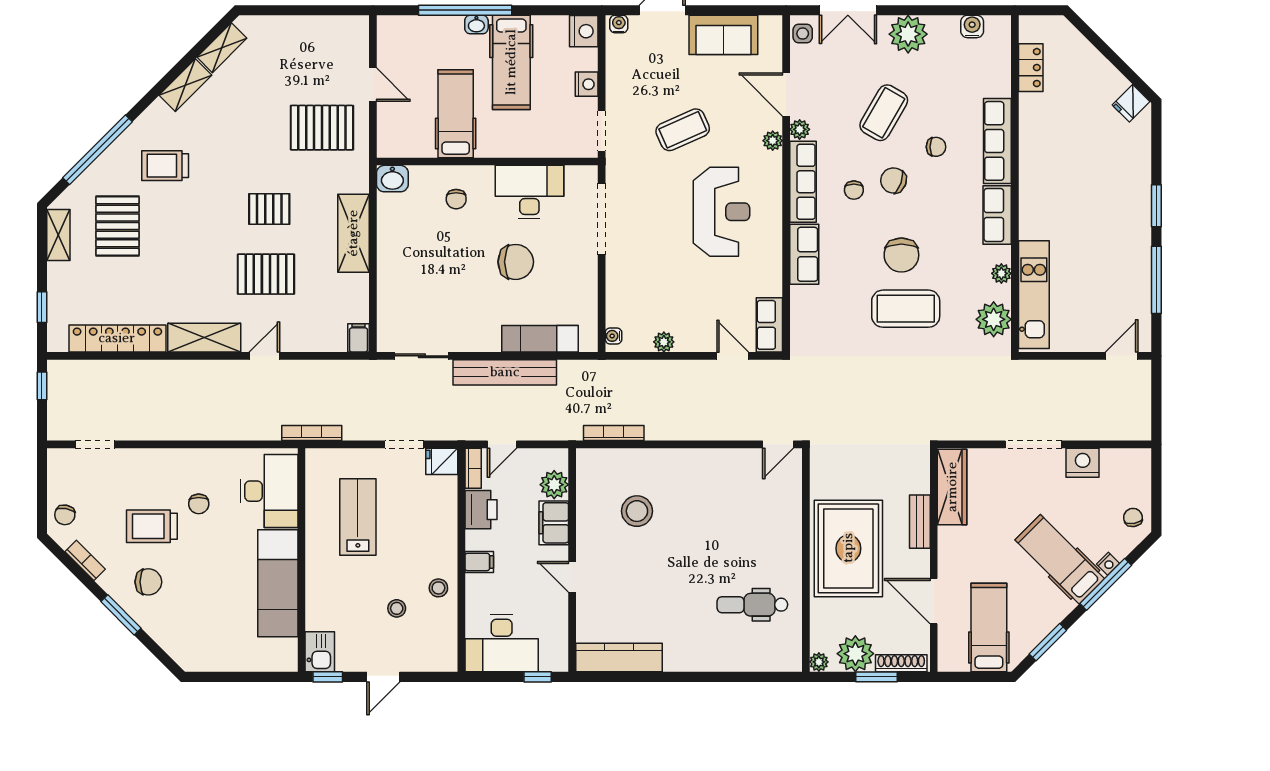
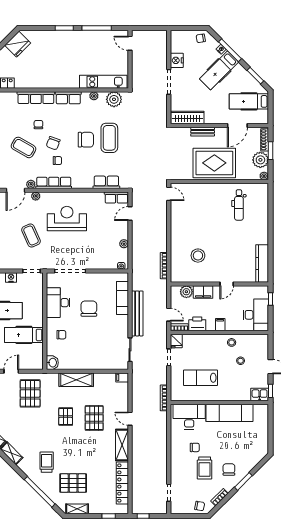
fridge: (1131, 103) -> (18, 44), width x1.88, depth x1.34
trolley: (165, 166) -> (47, 462), turned 180
row of seats: (804, 254) -> (106, 182), moved

